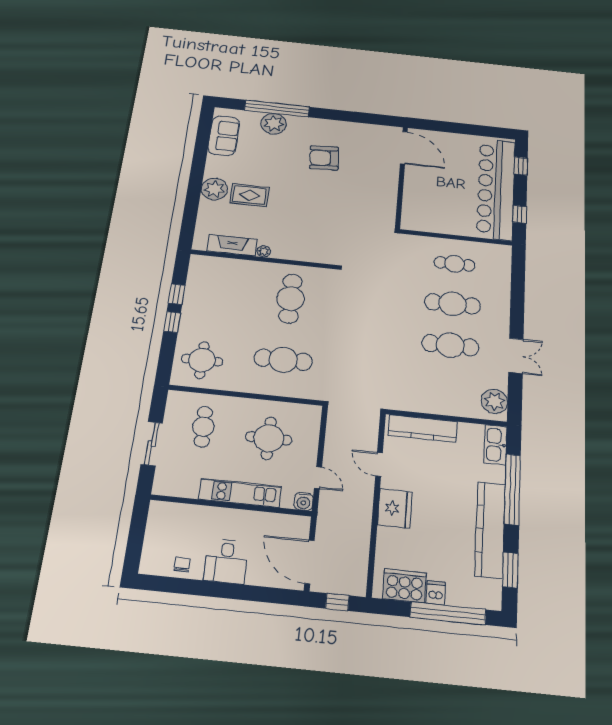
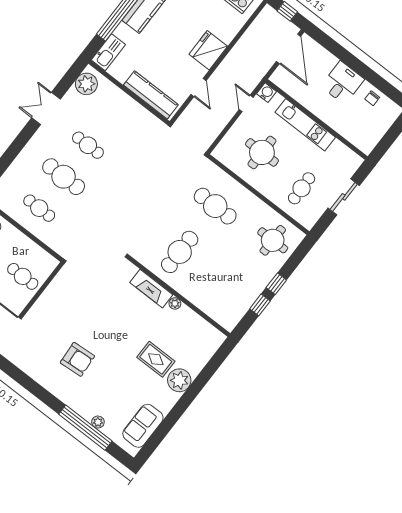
plant: (274, 124) -> (98, 422), width x0.53, depth x0.53
cafe table: (426, 199) -> (23, 276), added
fireplace: (232, 245) -> (151, 289), moved
cafe table: (450, 345) -> (88, 145), width x0.73, depth x0.74

